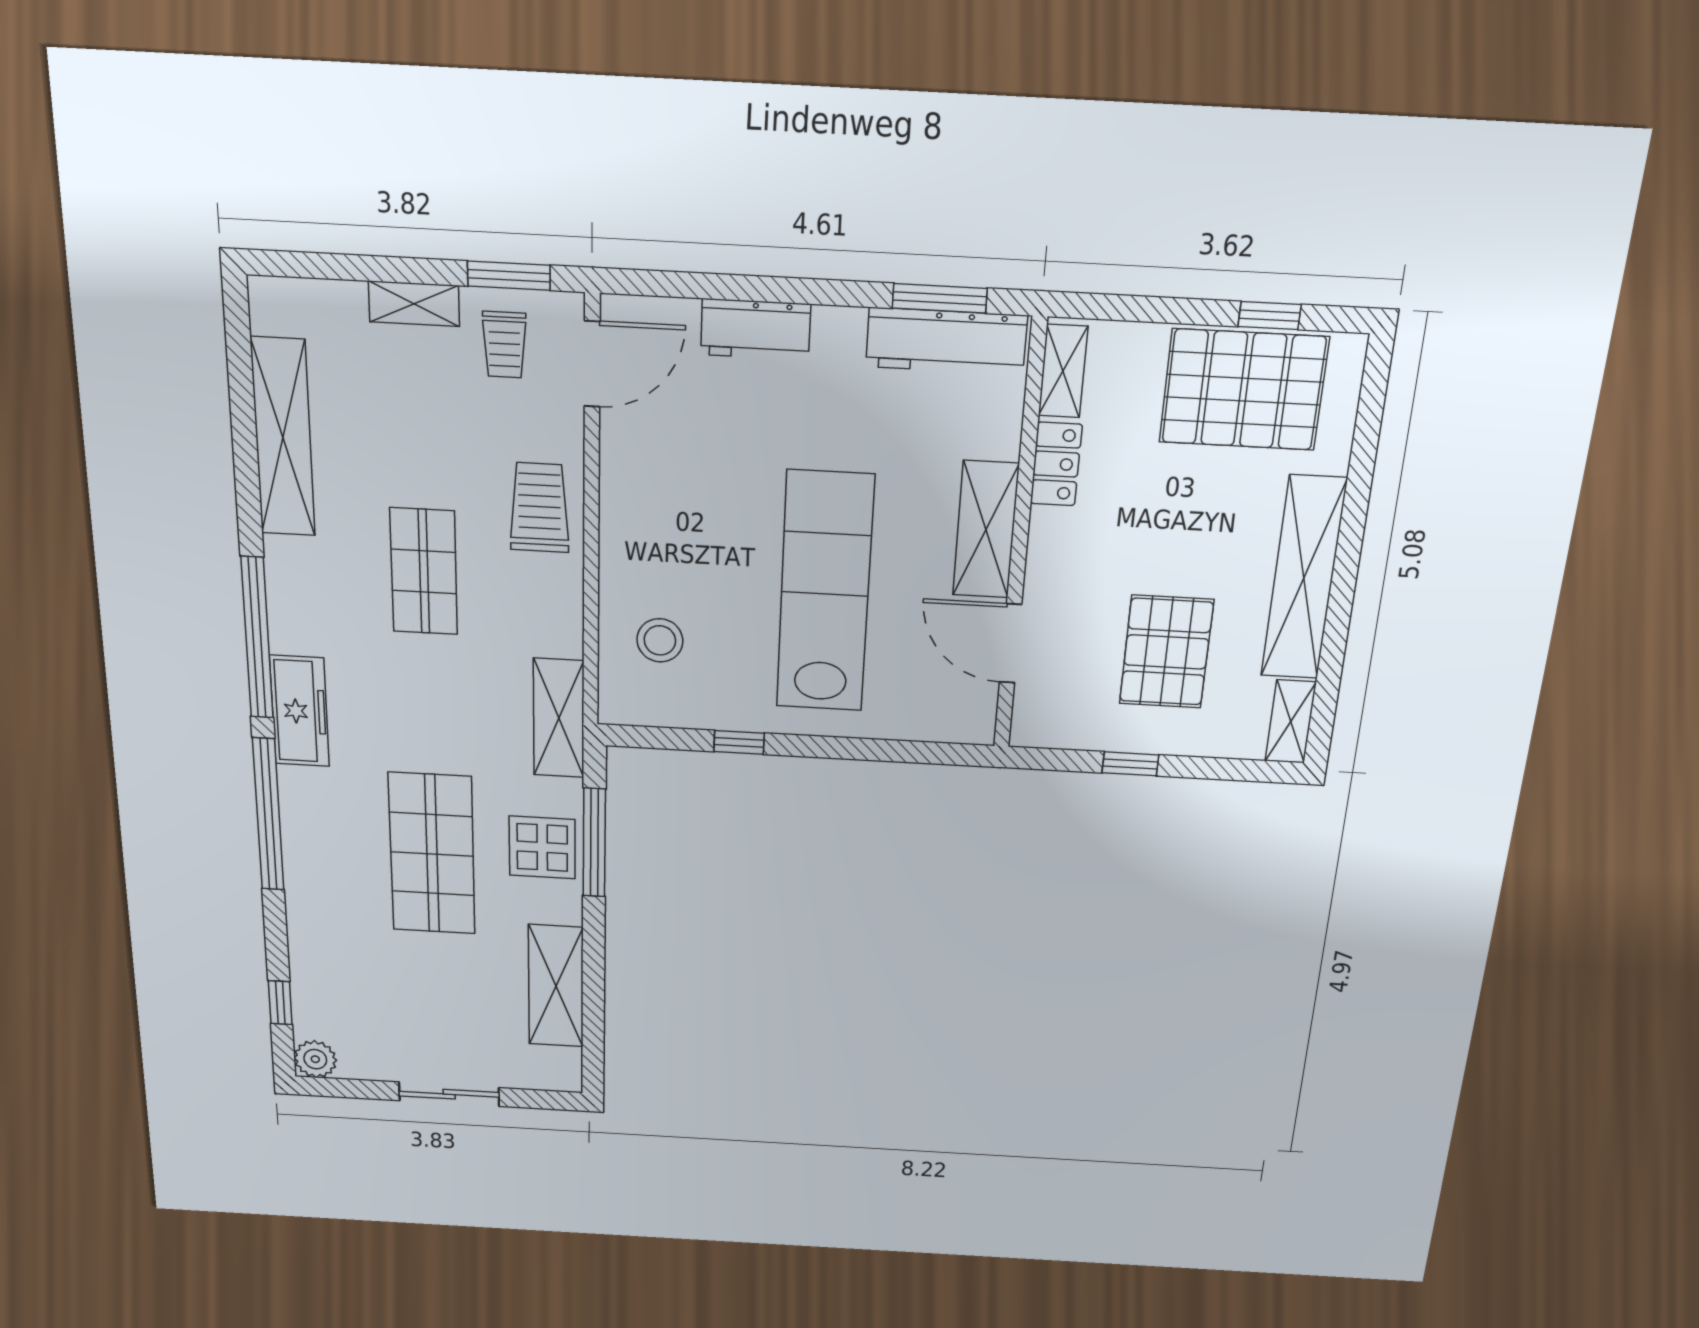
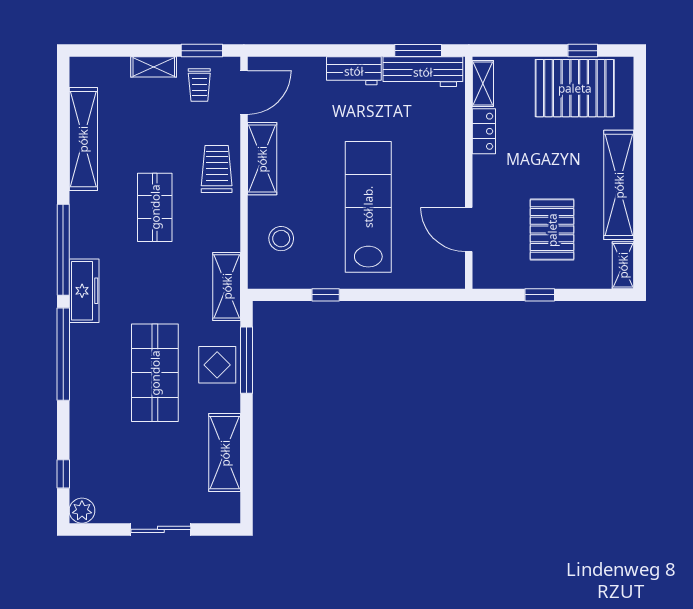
workbench: (756, 329) -> (354, 71), moved
shelving: (986, 530) -> (262, 159), moved

